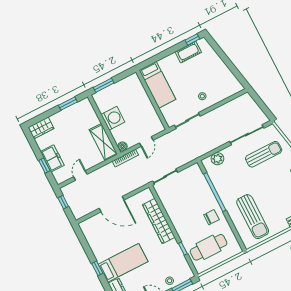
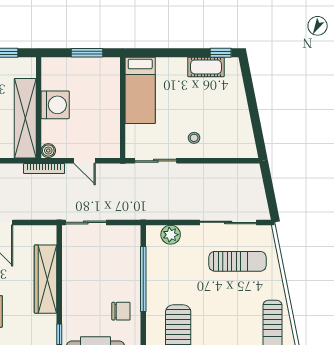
window: (104, 85) -> (87, 53), moved
shelving: (103, 142) -> (25, 118), width x1.47
door: (146, 142) -> (85, 161), hinge flipped

